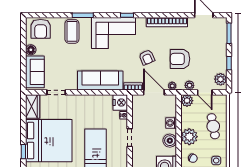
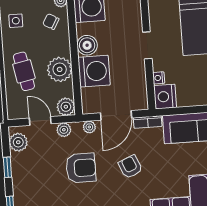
door: (154, 92) -> (116, 115), hinge flipped
washing machine: (171, 123) -> (94, 71), width x1.89, depth x1.89
plant: (189, 137) -> (60, 69), moved

